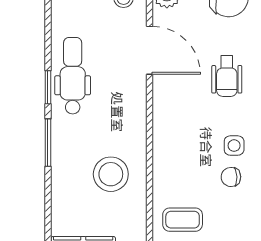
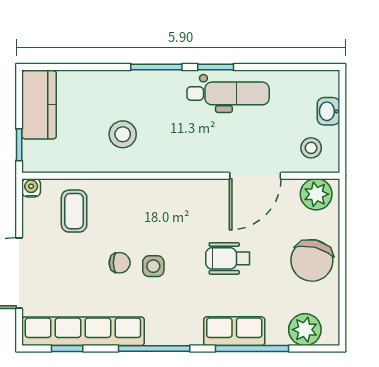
stool: (111, 174) -> (123, 134), width x0.73, depth x0.73
chair: (231, 177) -> (120, 263), turned 92

